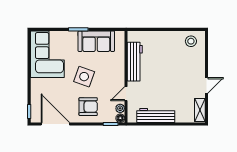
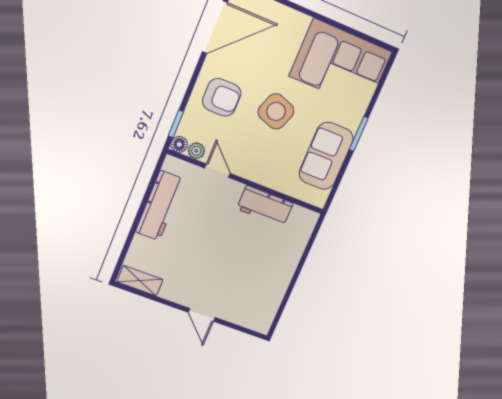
stool: (191, 41) -> (260, 308), removed
workbench: (135, 62) -> (265, 206), width x0.73
door: (206, 85) -> (202, 315), moved
armchair: (88, 107) -> (222, 97), turned -90

